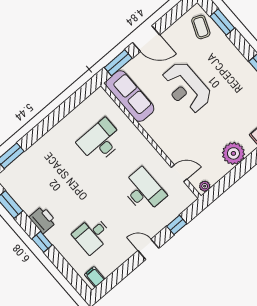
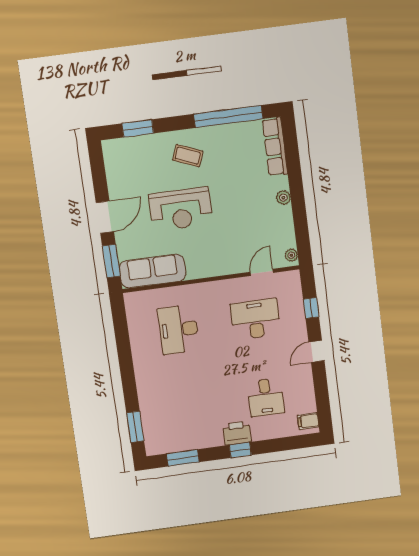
coffee table: (201, 27) -> (188, 156), moved
plant: (233, 153) -> (283, 198), width x0.53, depth x0.53
printer: (43, 220) -> (237, 433), moved

